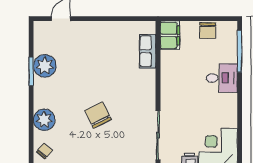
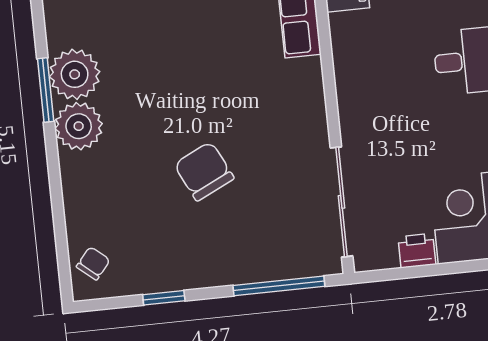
plant: (44, 120) -> (79, 126), moved

